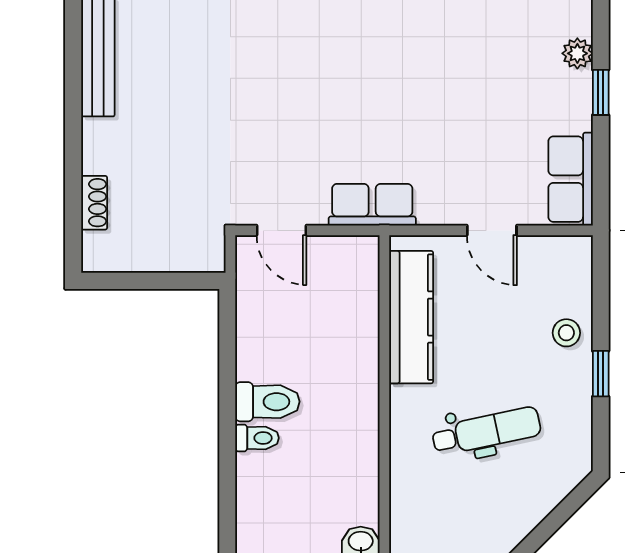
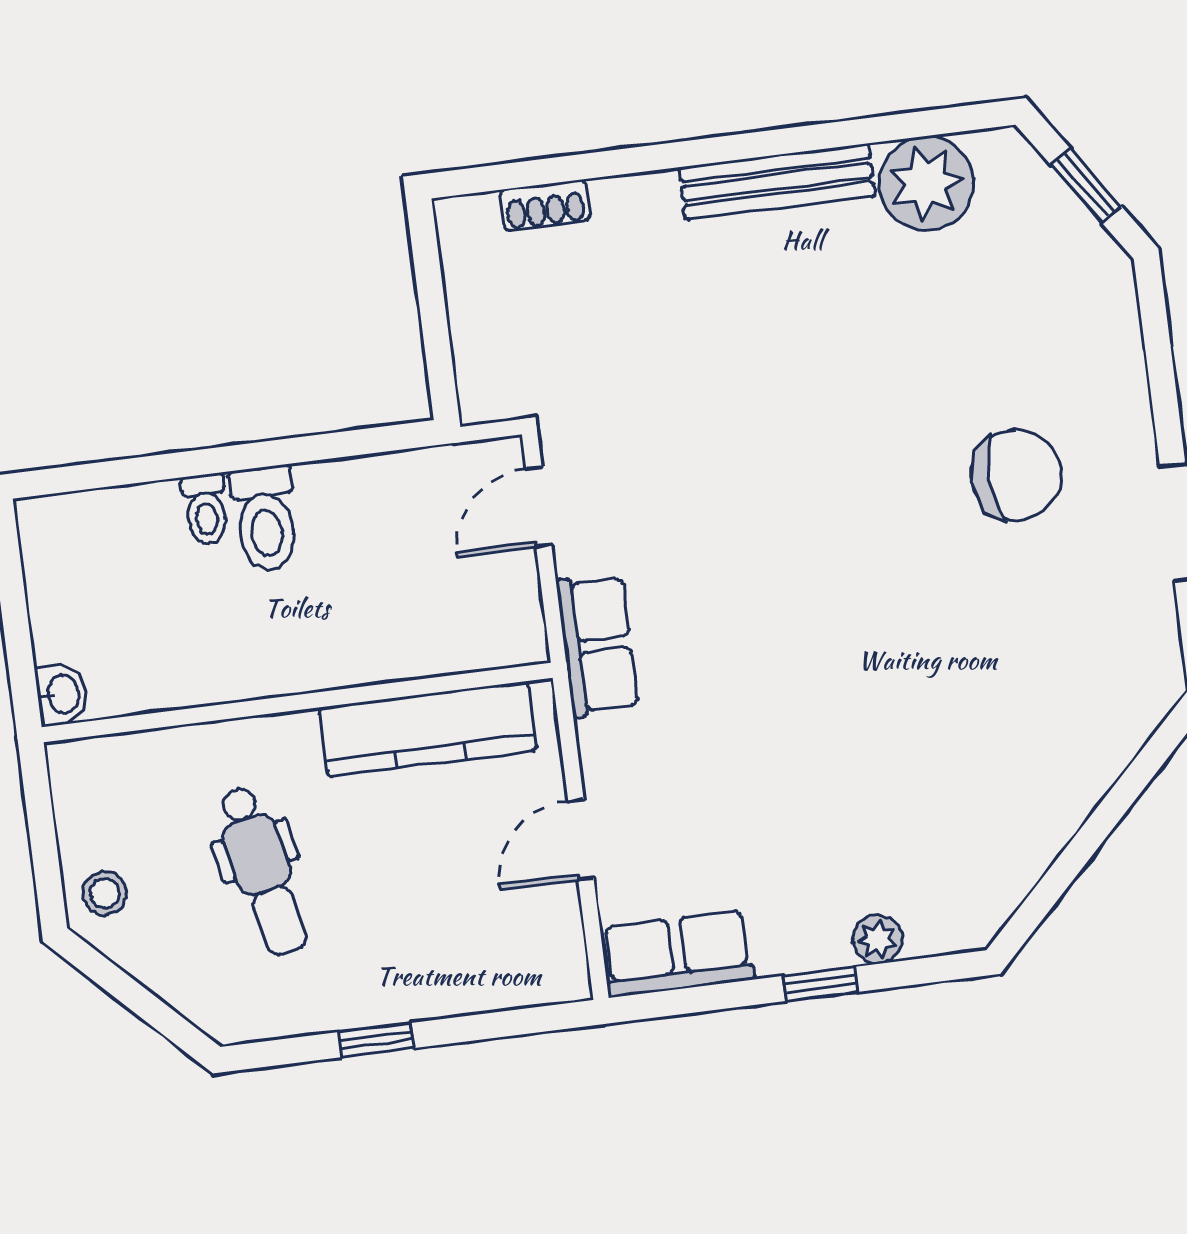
stool: (566, 333) -> (105, 893), moved

